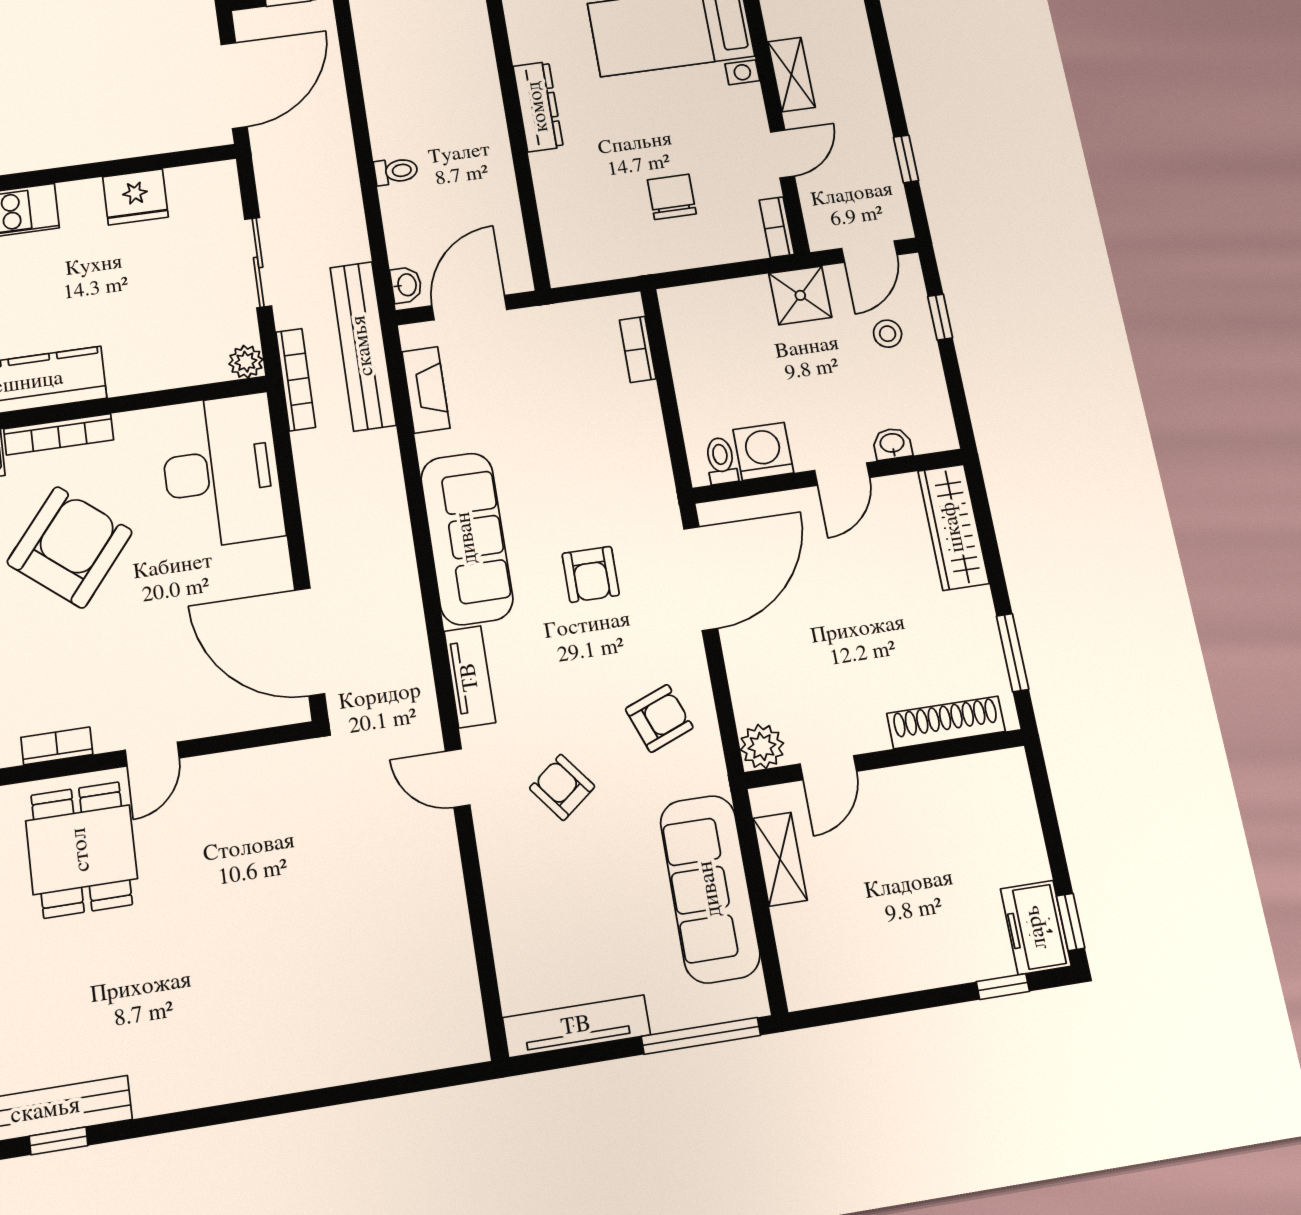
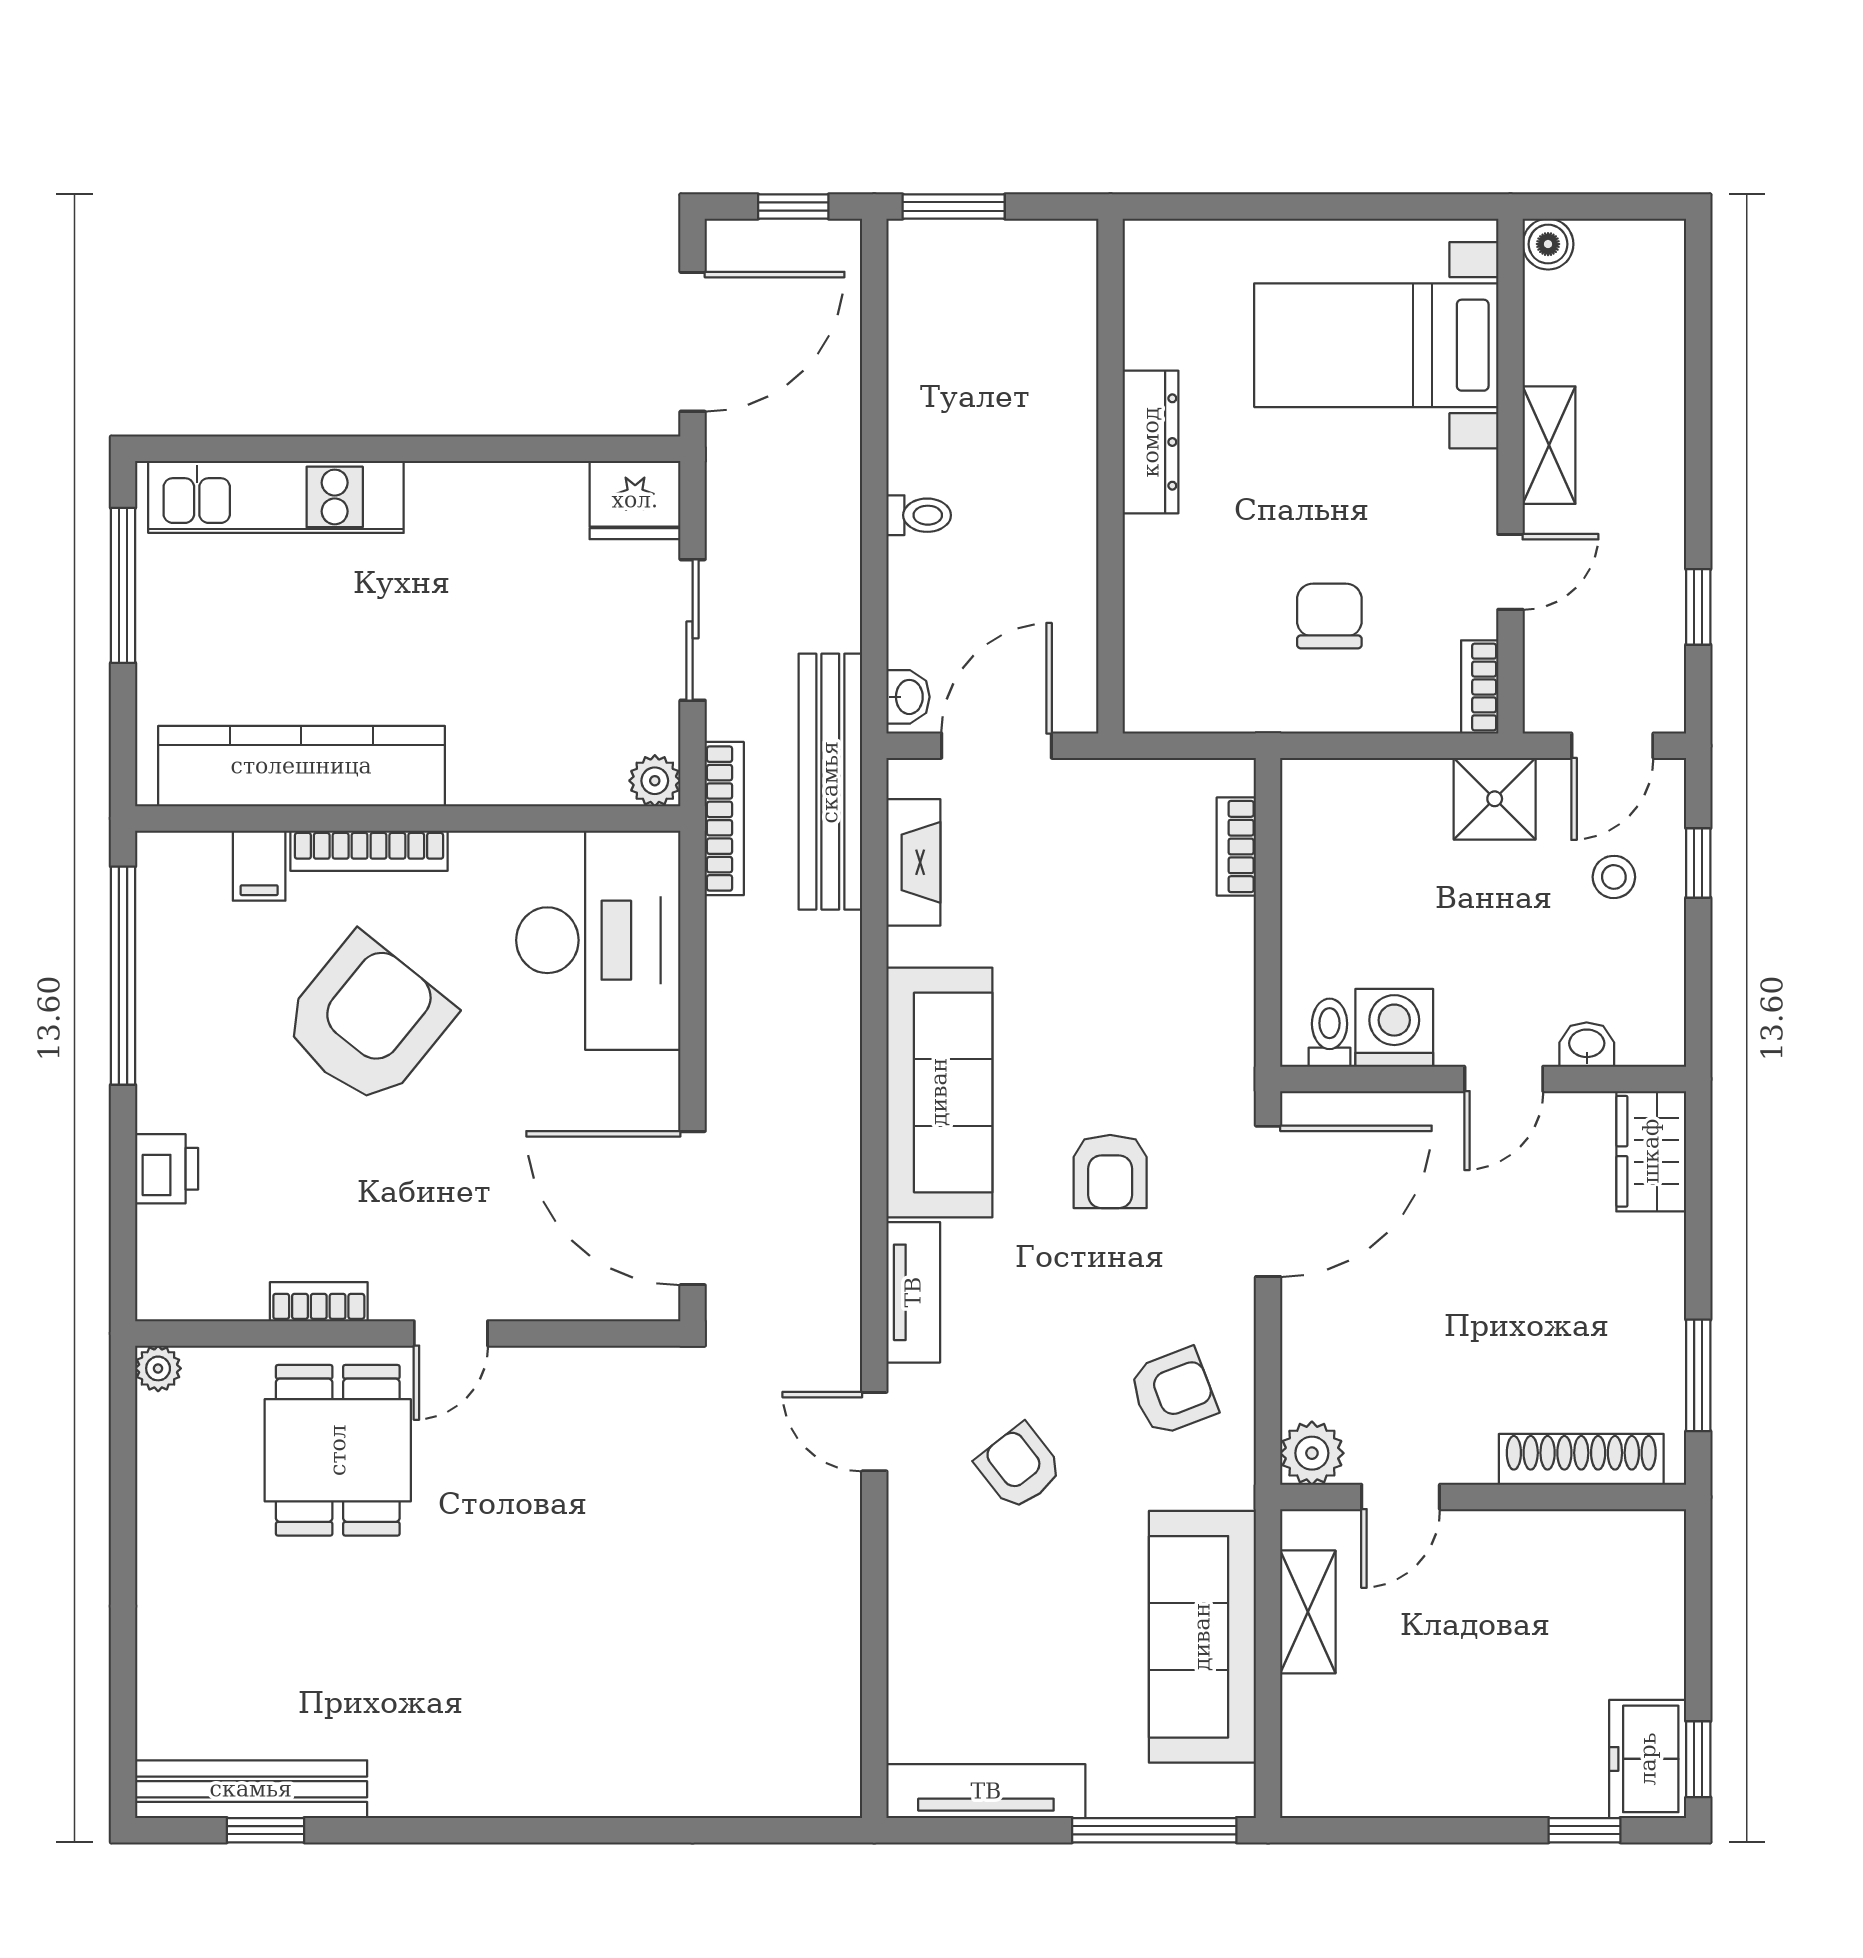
fridge: (135, 197) -> (635, 500), moved
wardrobe: (953, 527) -> (1651, 1151), width x0.67

